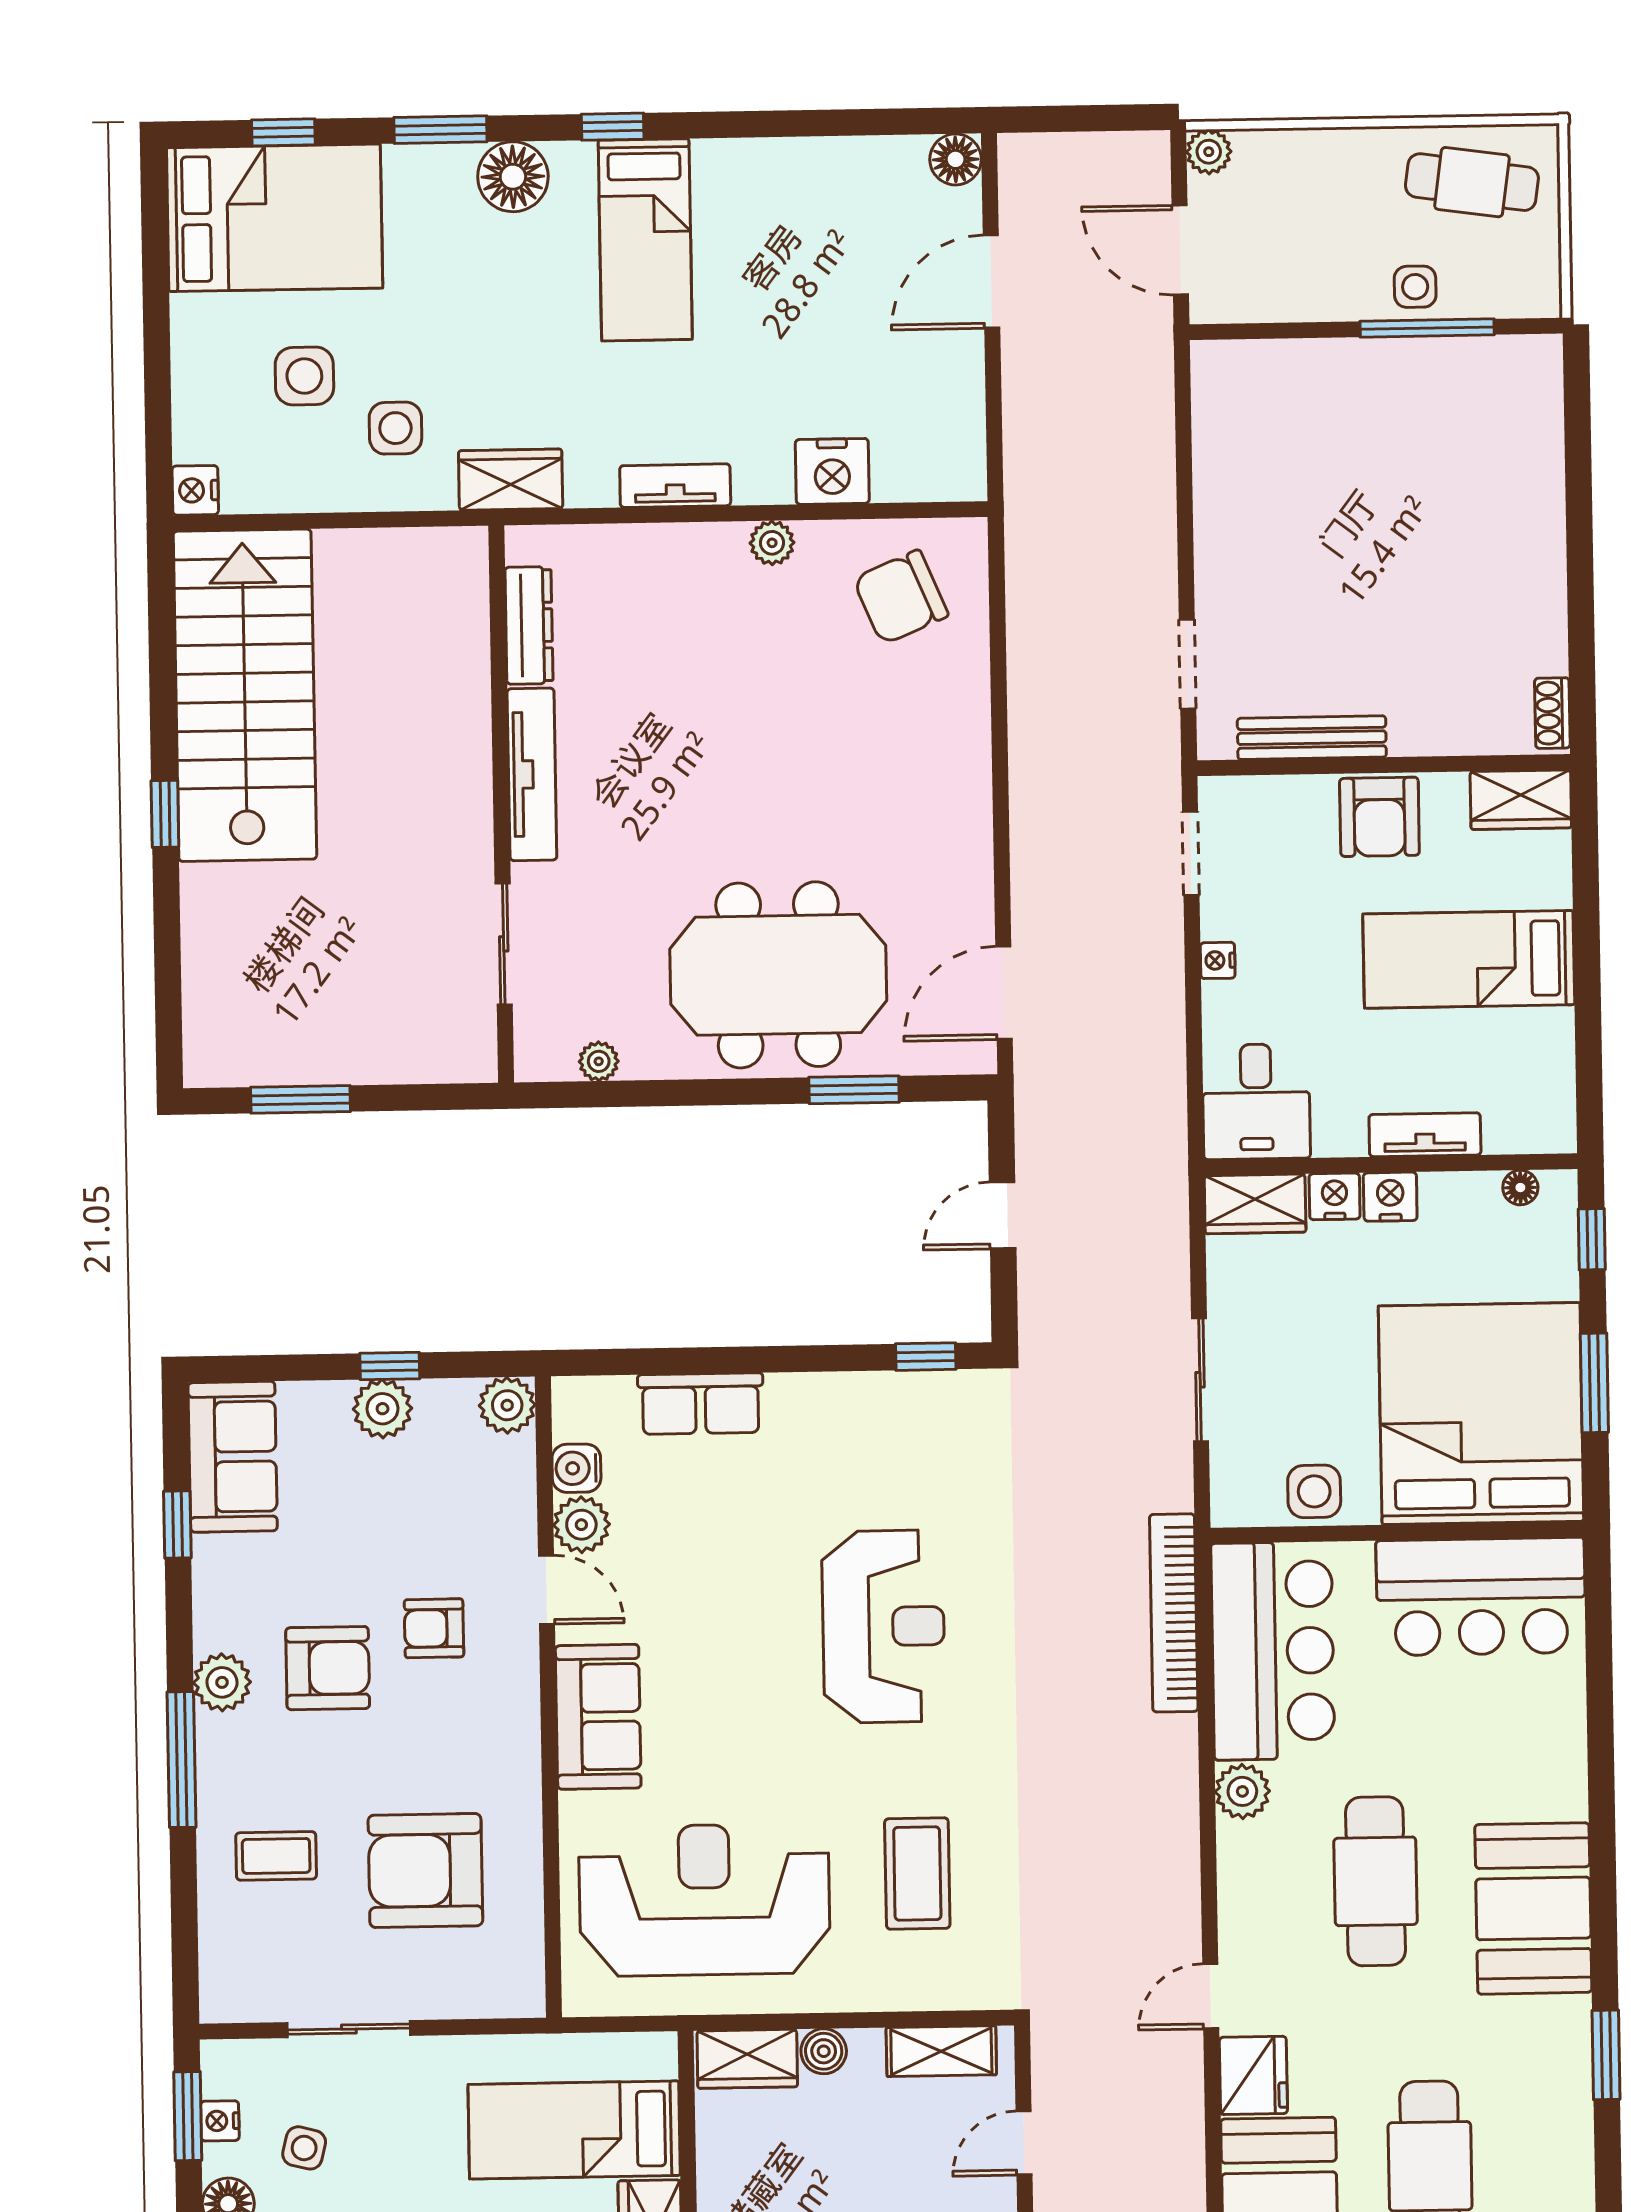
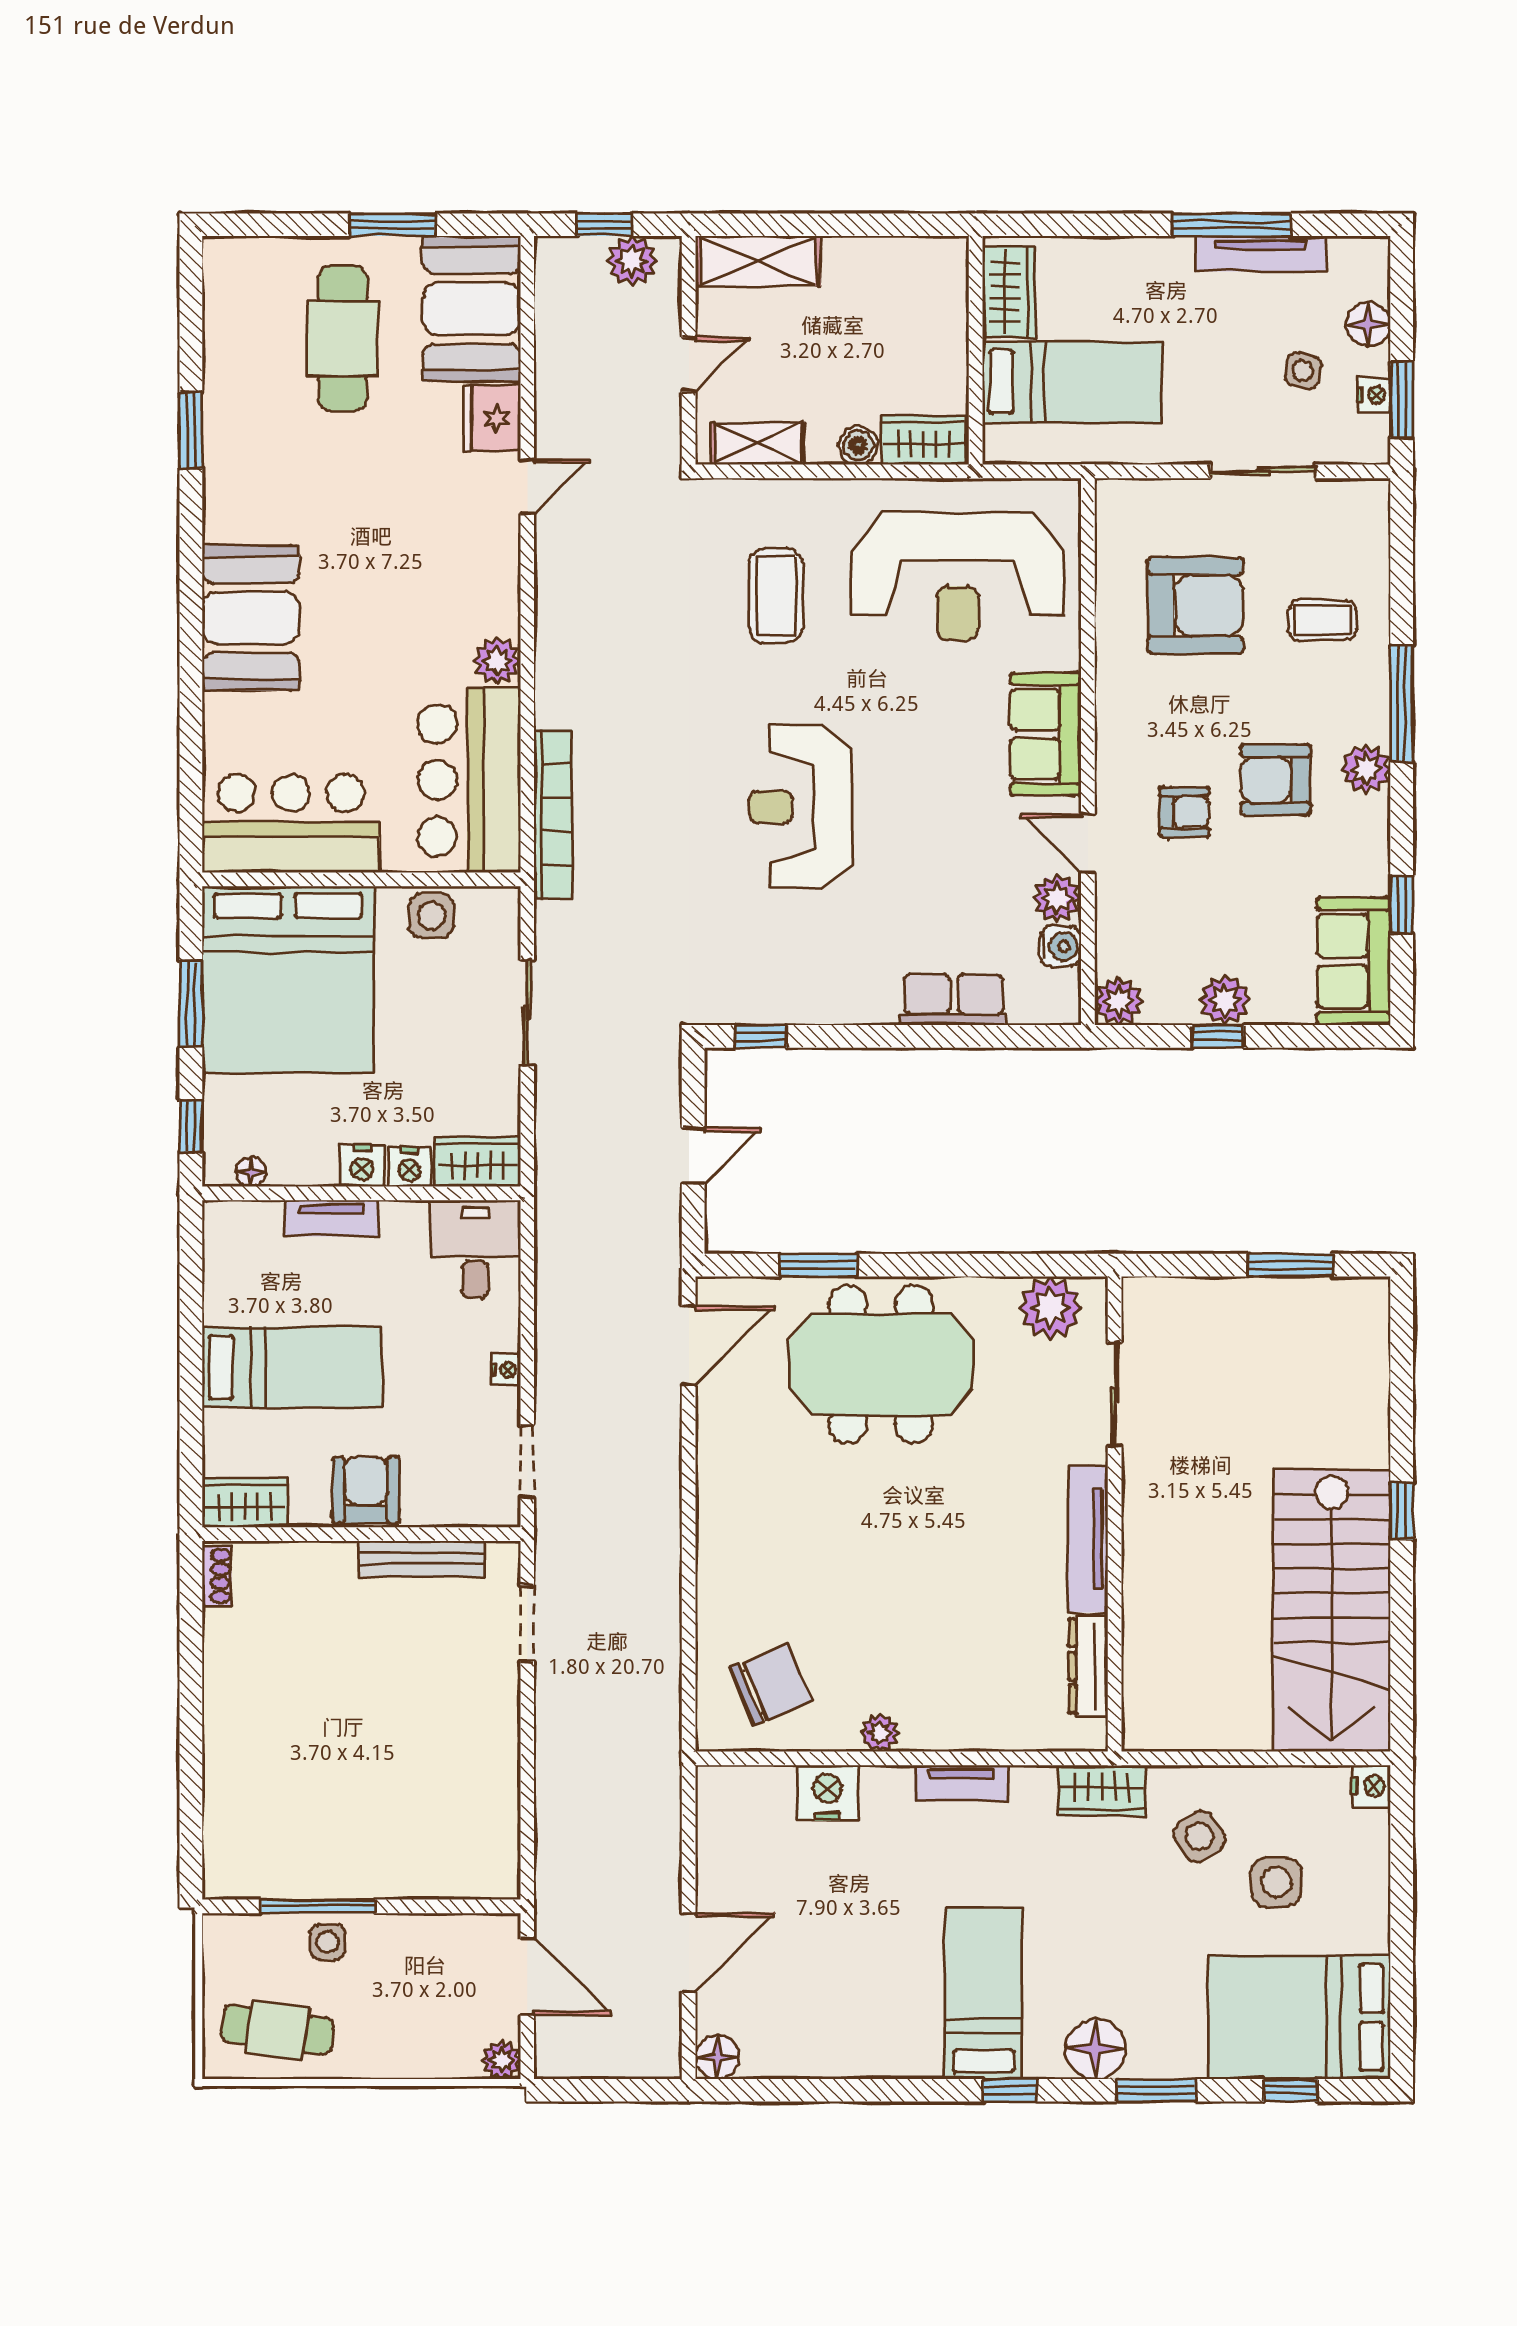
side table: (395, 428) -> (1199, 1836), turned -34
plant: (599, 1061) -> (1050, 1308), width x1.88, depth x1.88
cafe table: (1375, 1881) -> (385, 582), removed
booth: (1533, 1908) -> (251, 618), moved

